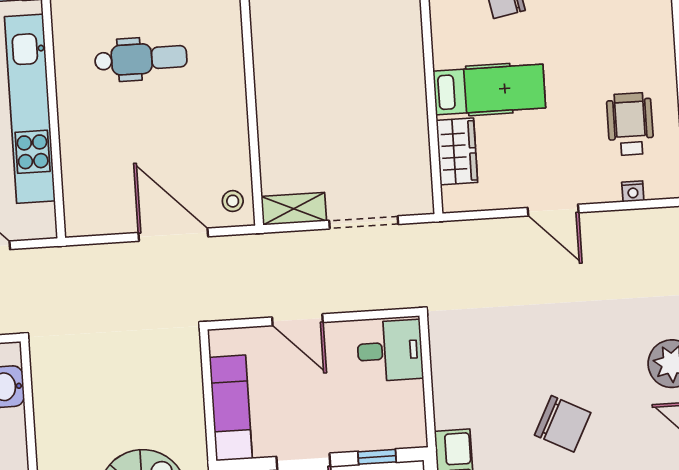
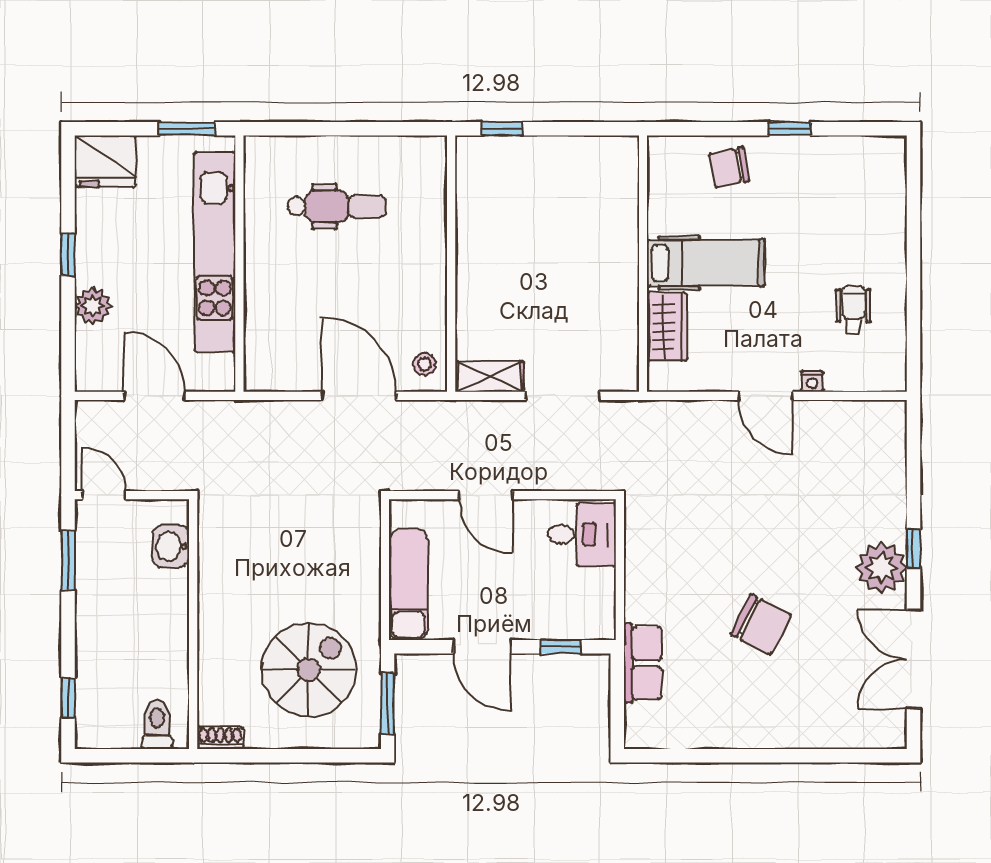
wheelchair: (630, 124) -> (854, 310), width x0.73, depth x0.73
nightstand: (633, 191) -> (812, 381), moved

